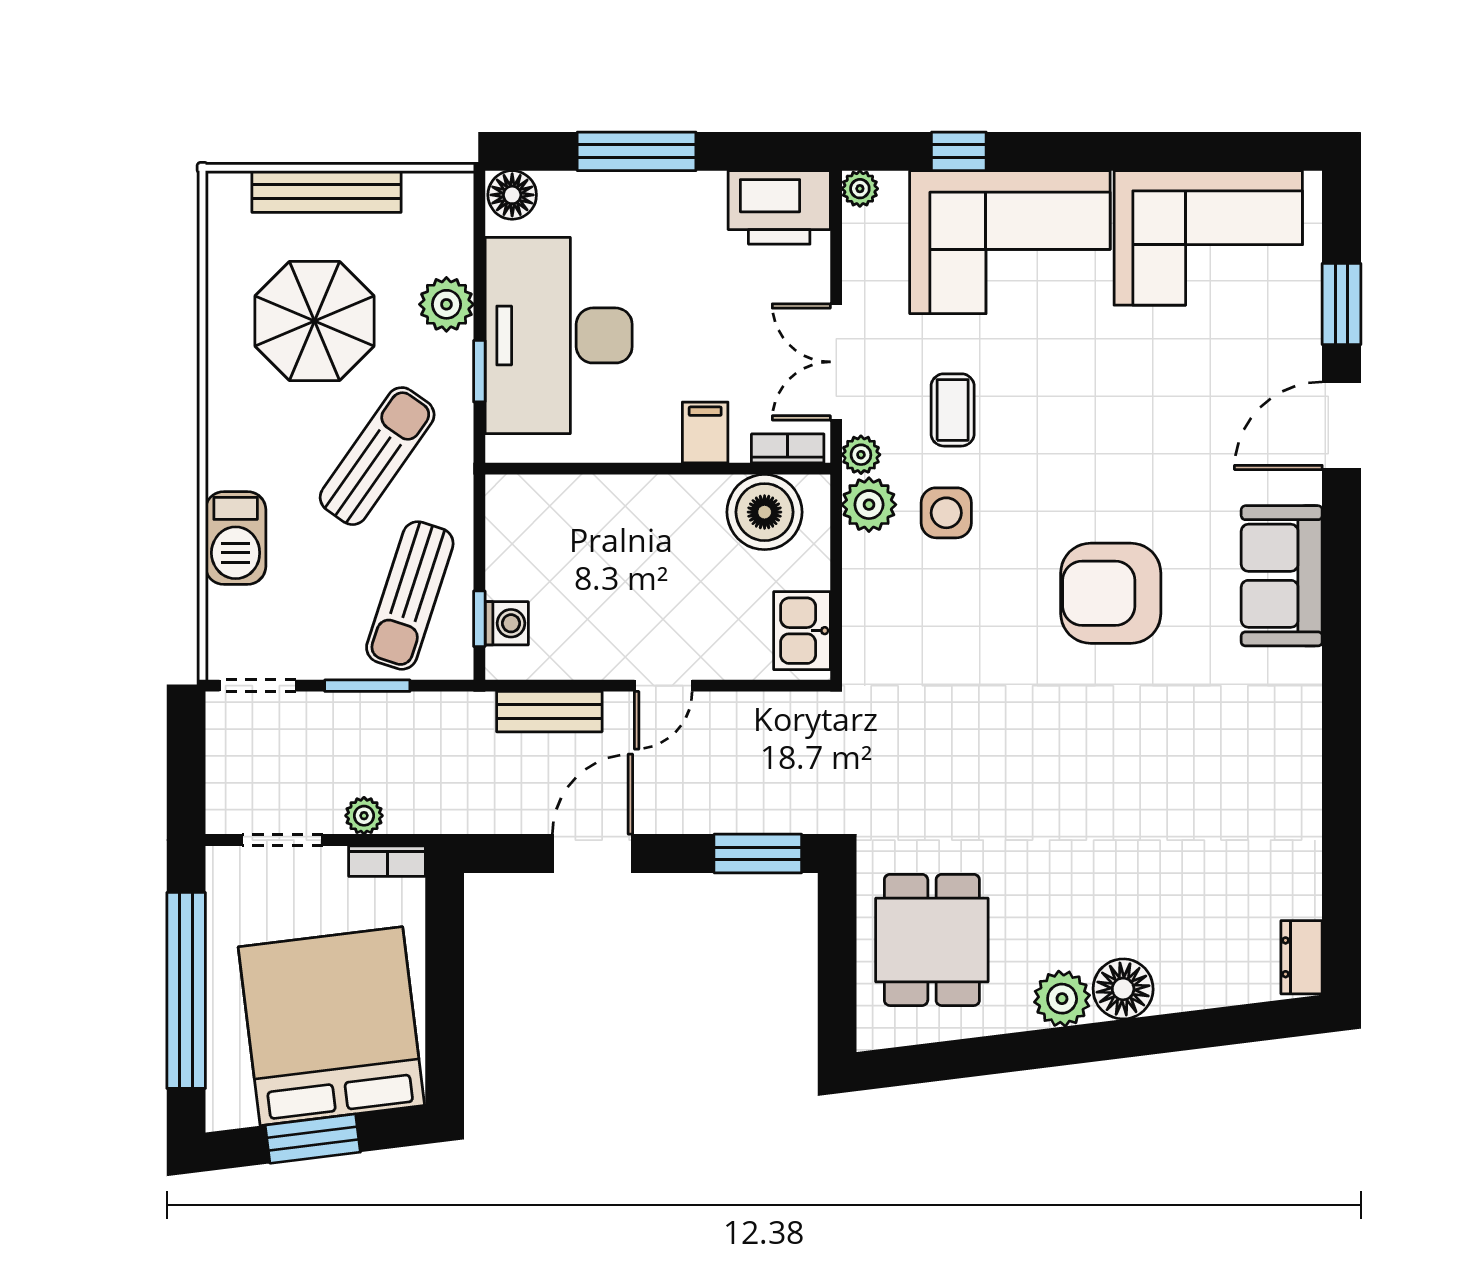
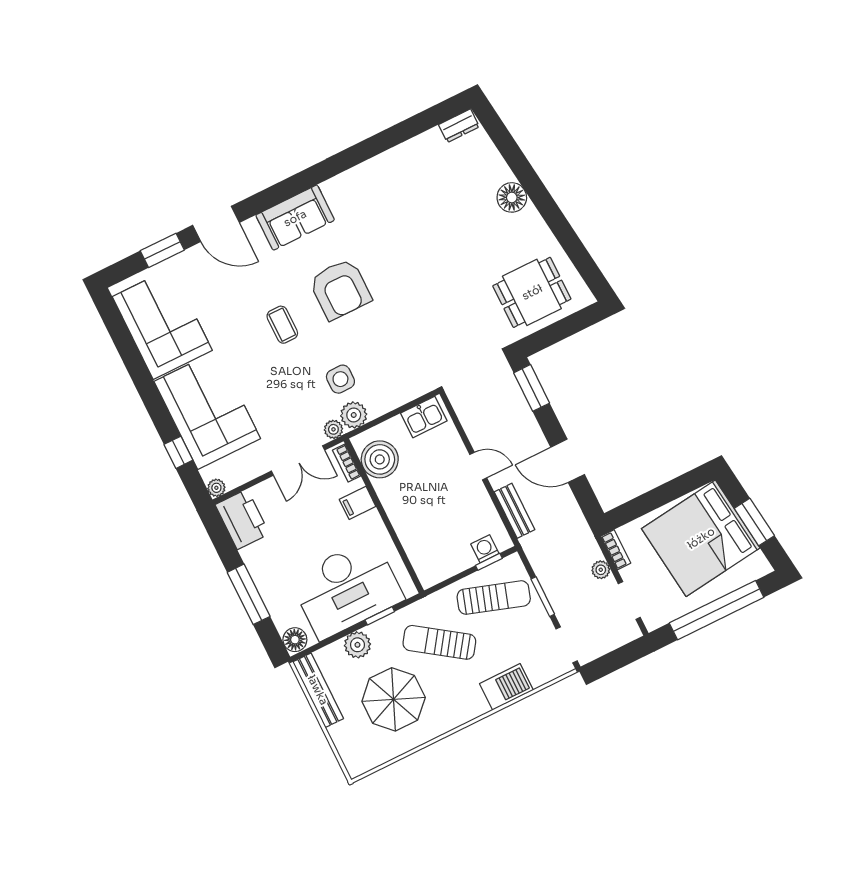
bench: (327, 192) -> (318, 690), moved
coffee table: (953, 410) -> (282, 325), moved, turned 90
plant: (1062, 999) -> (529, 222), removed

